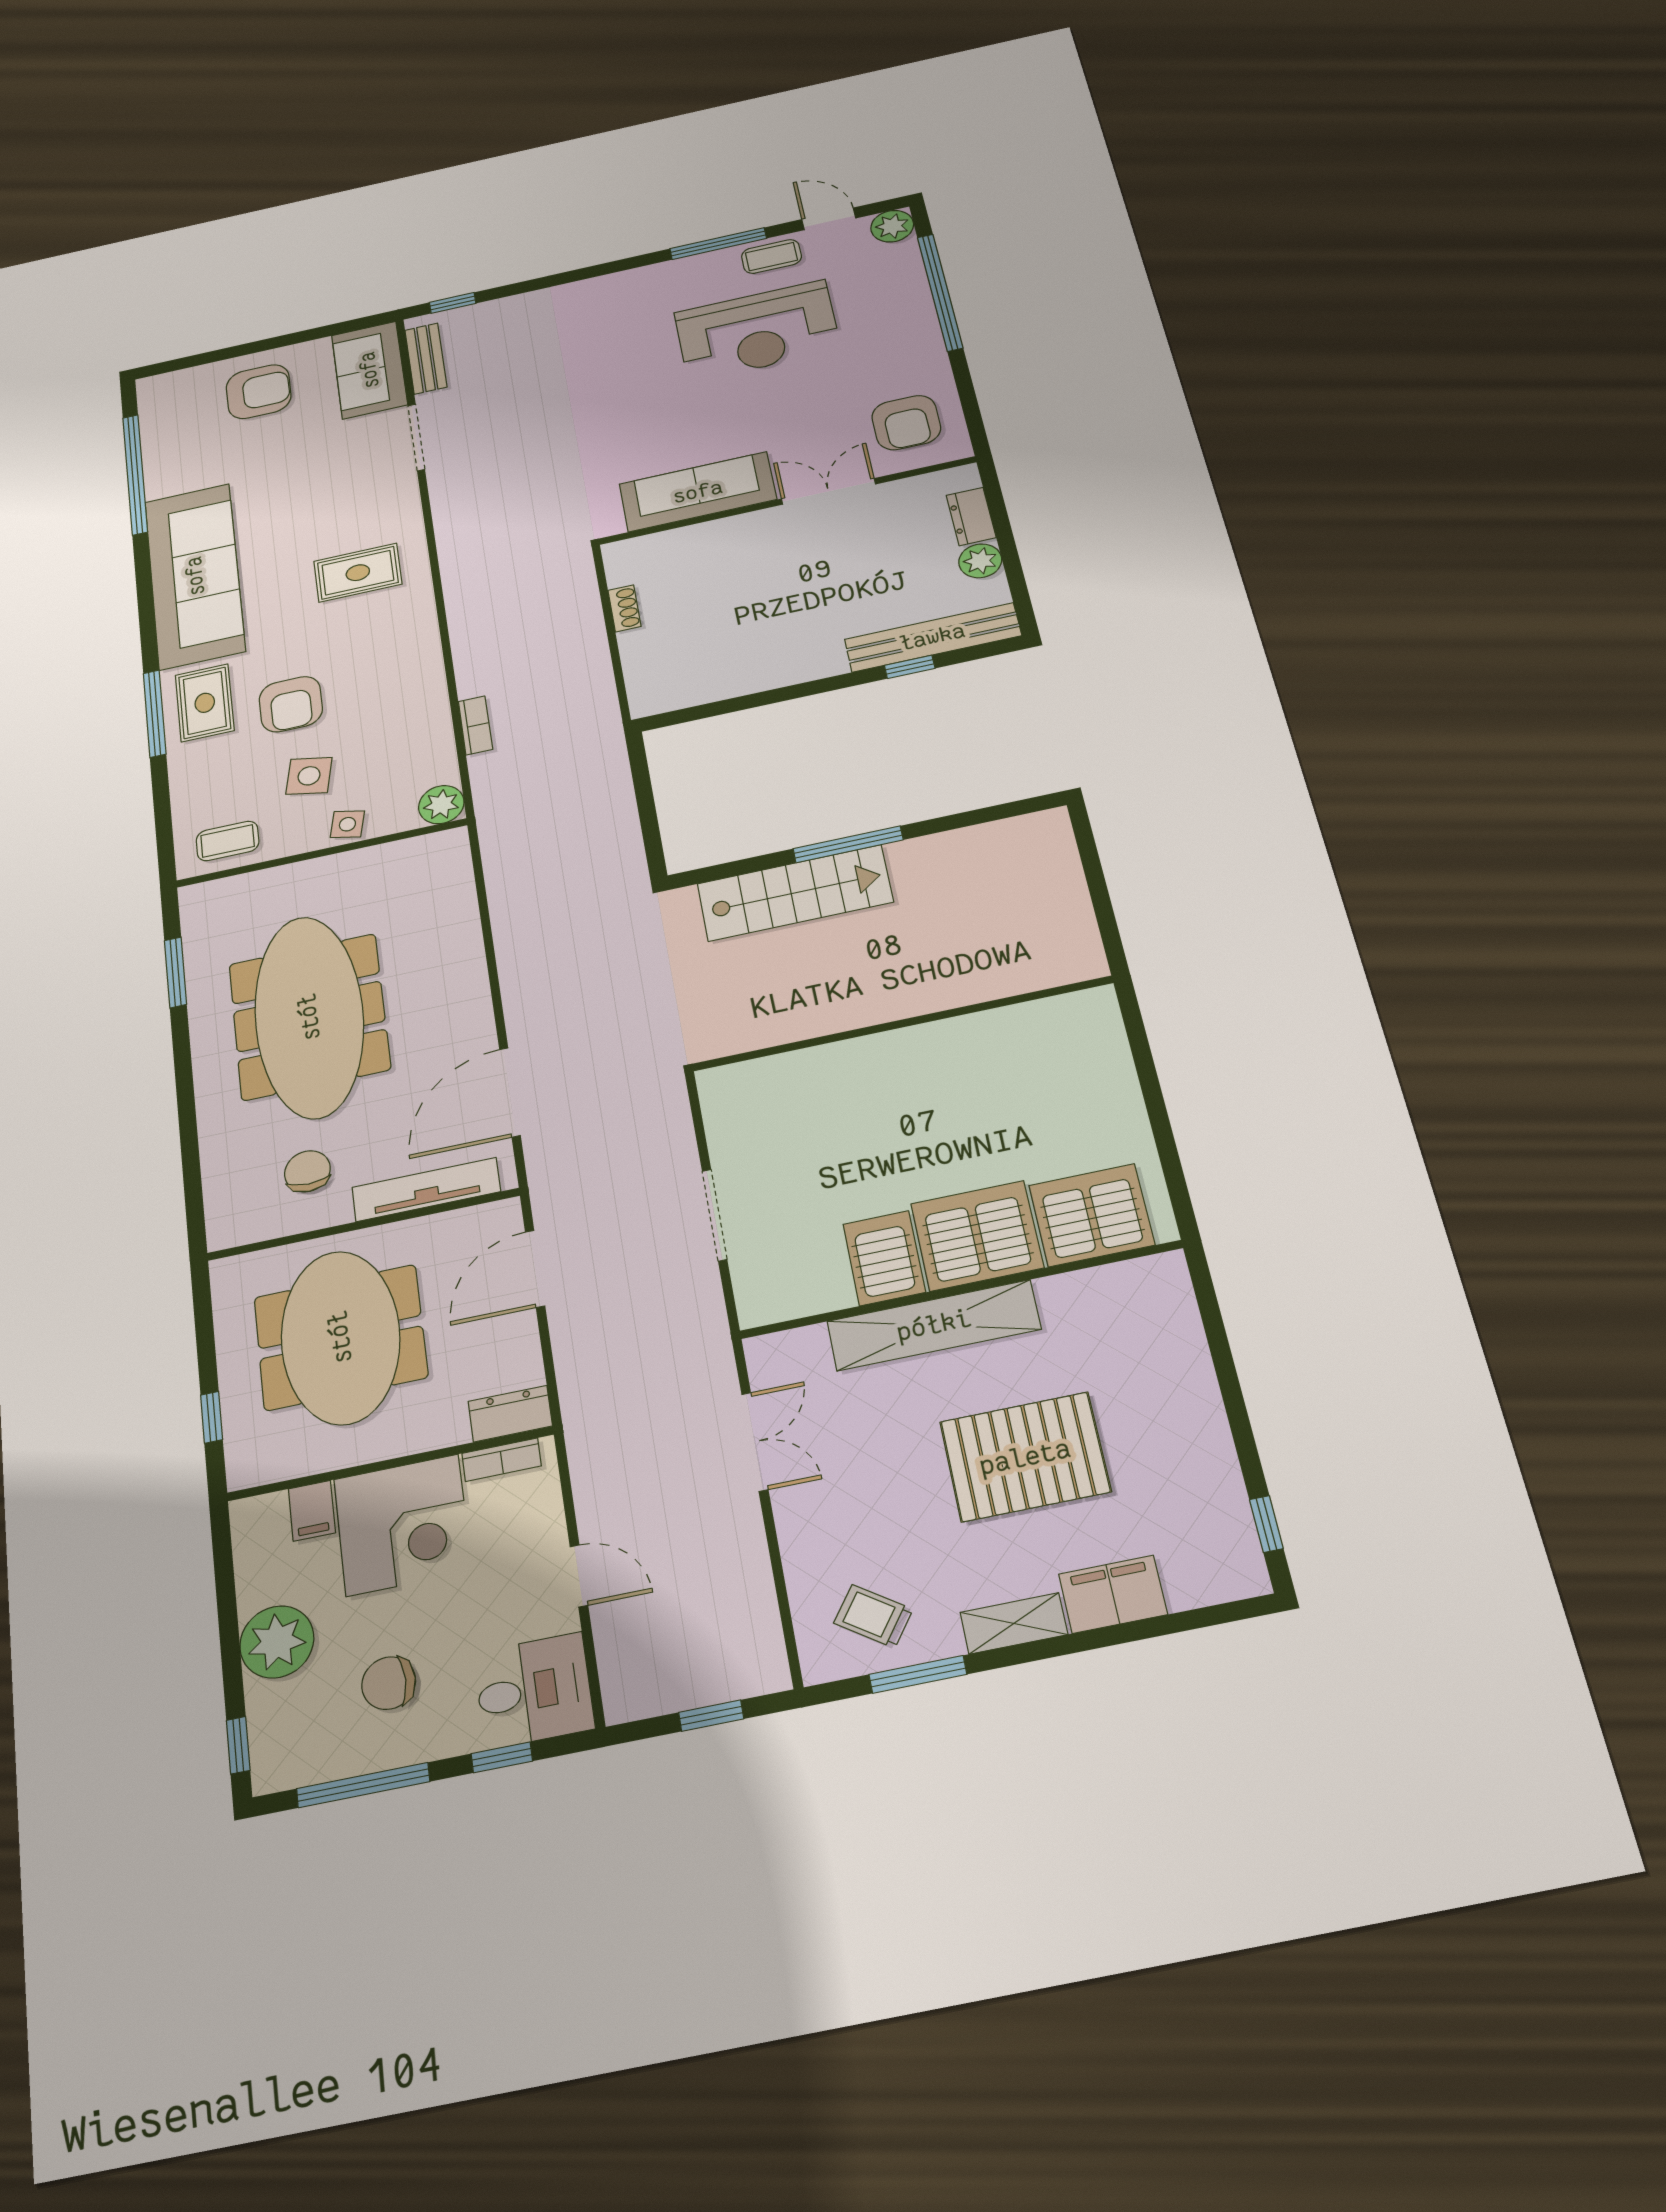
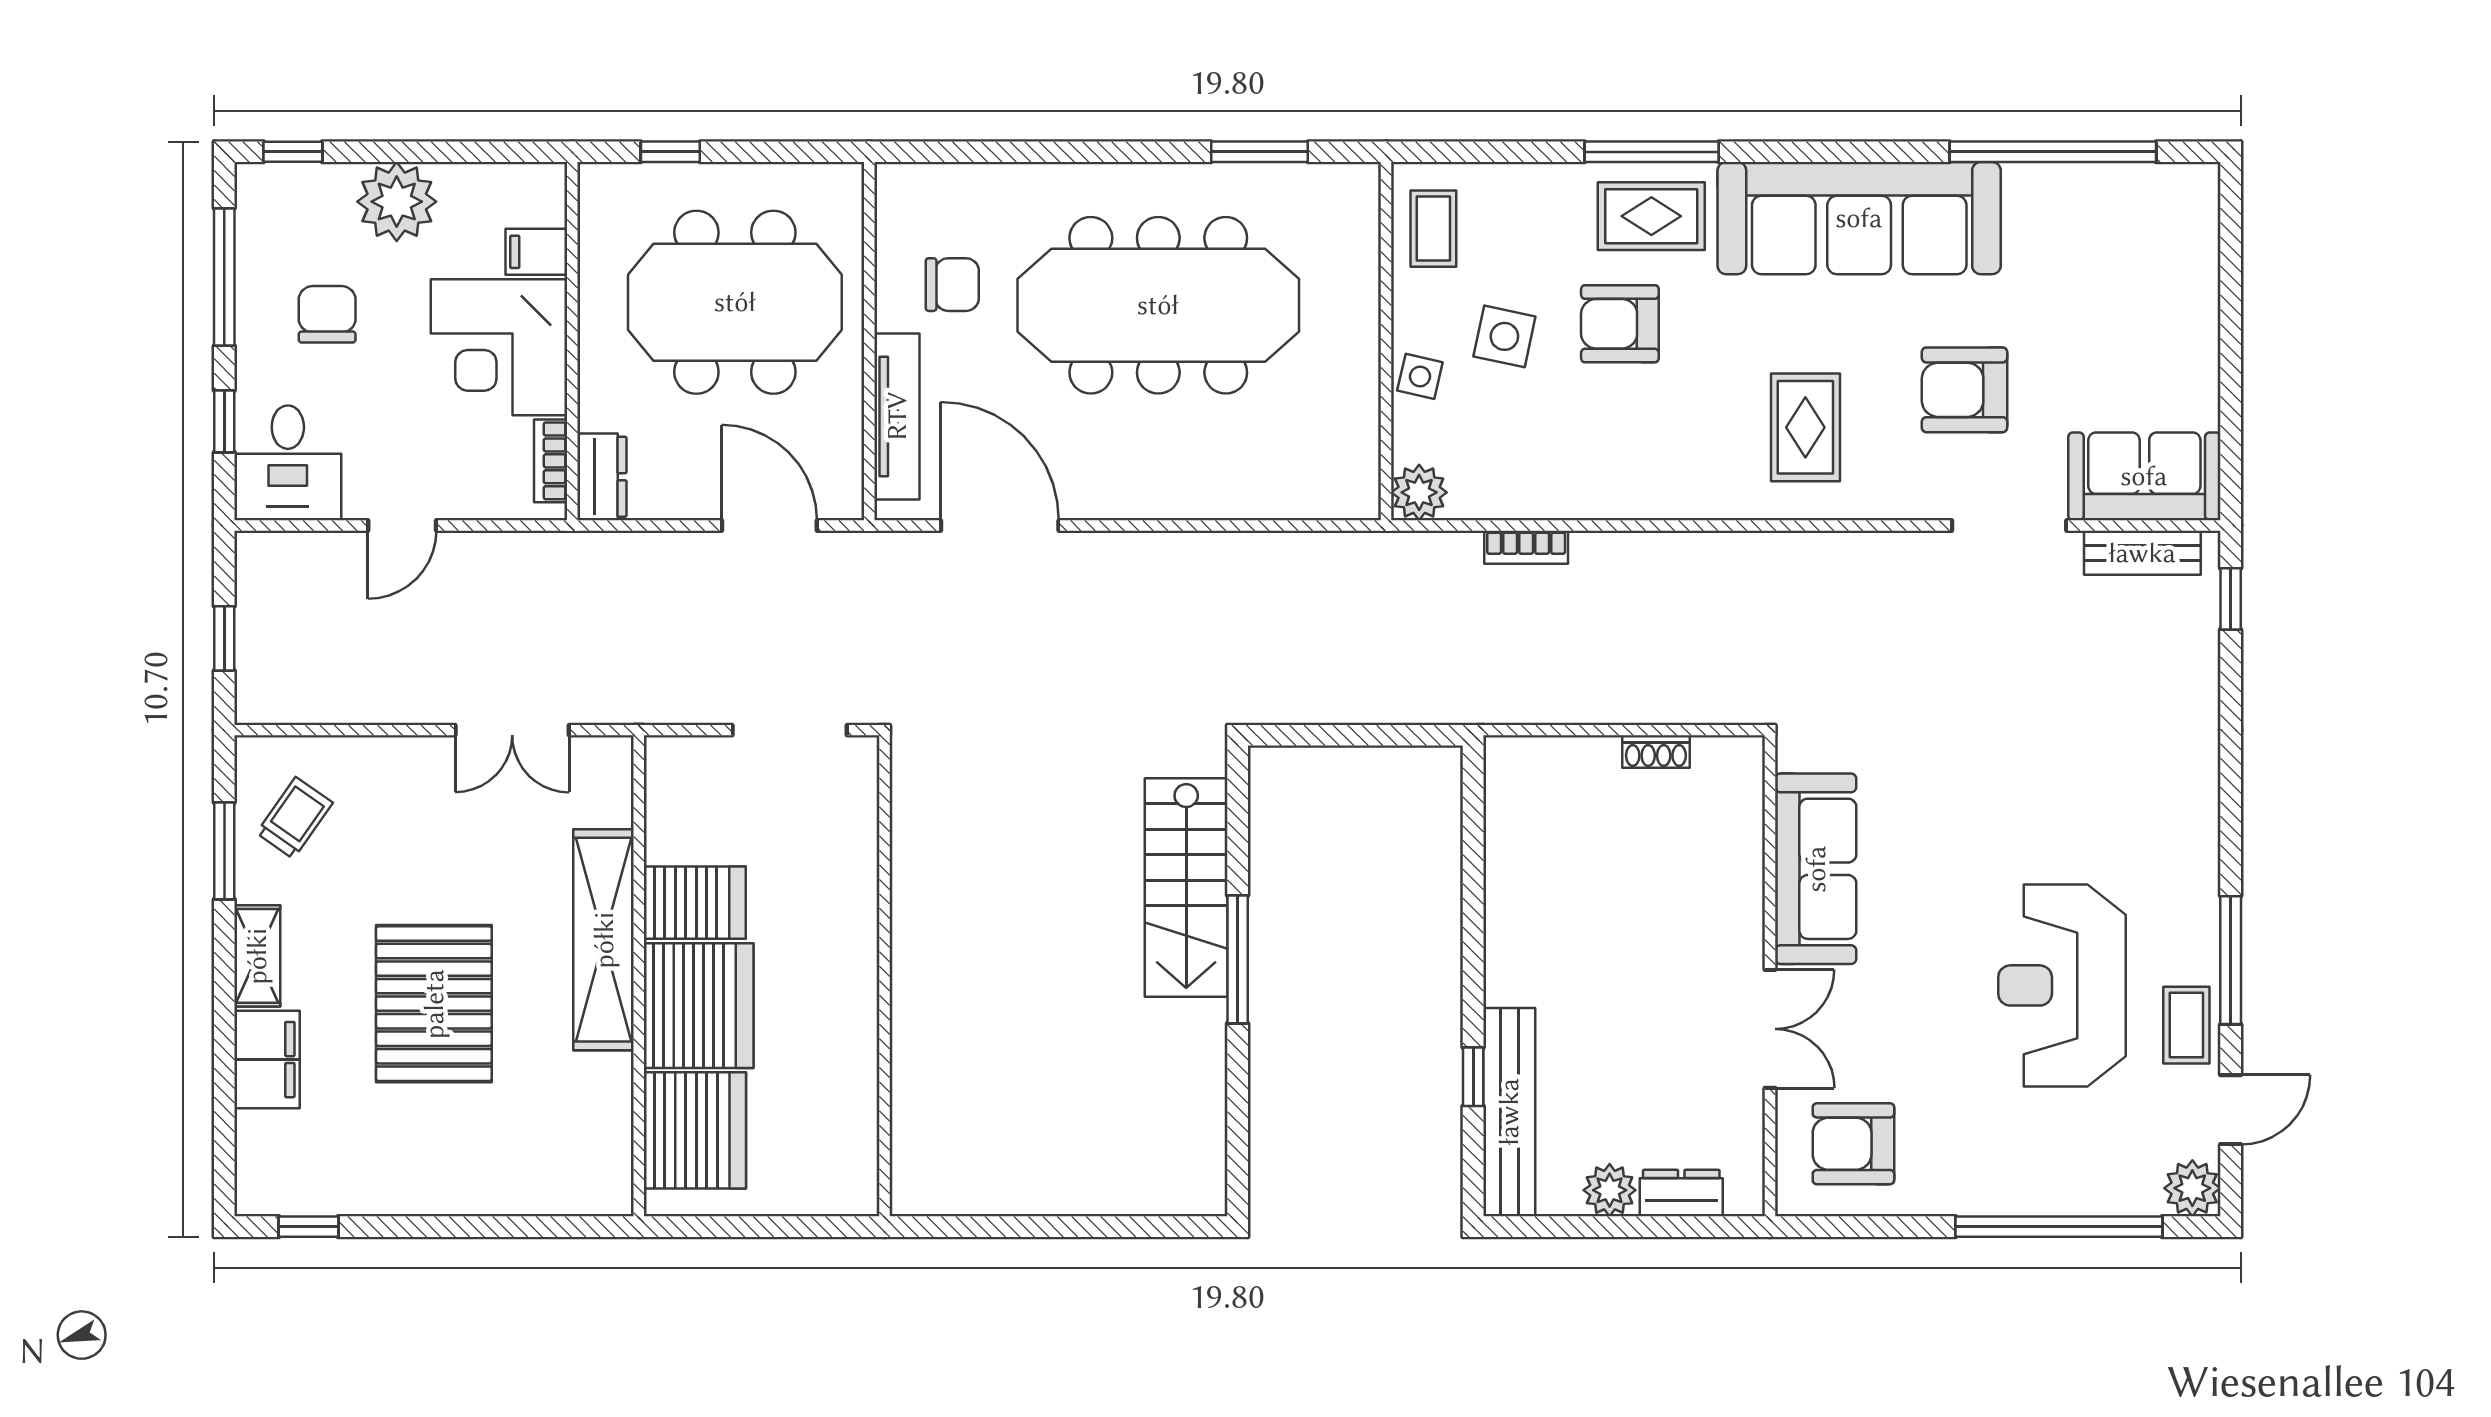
armchair: (259, 392) -> (1964, 390), moved, turned 90
wall: (902, 1024) -> (885, 976), moved

